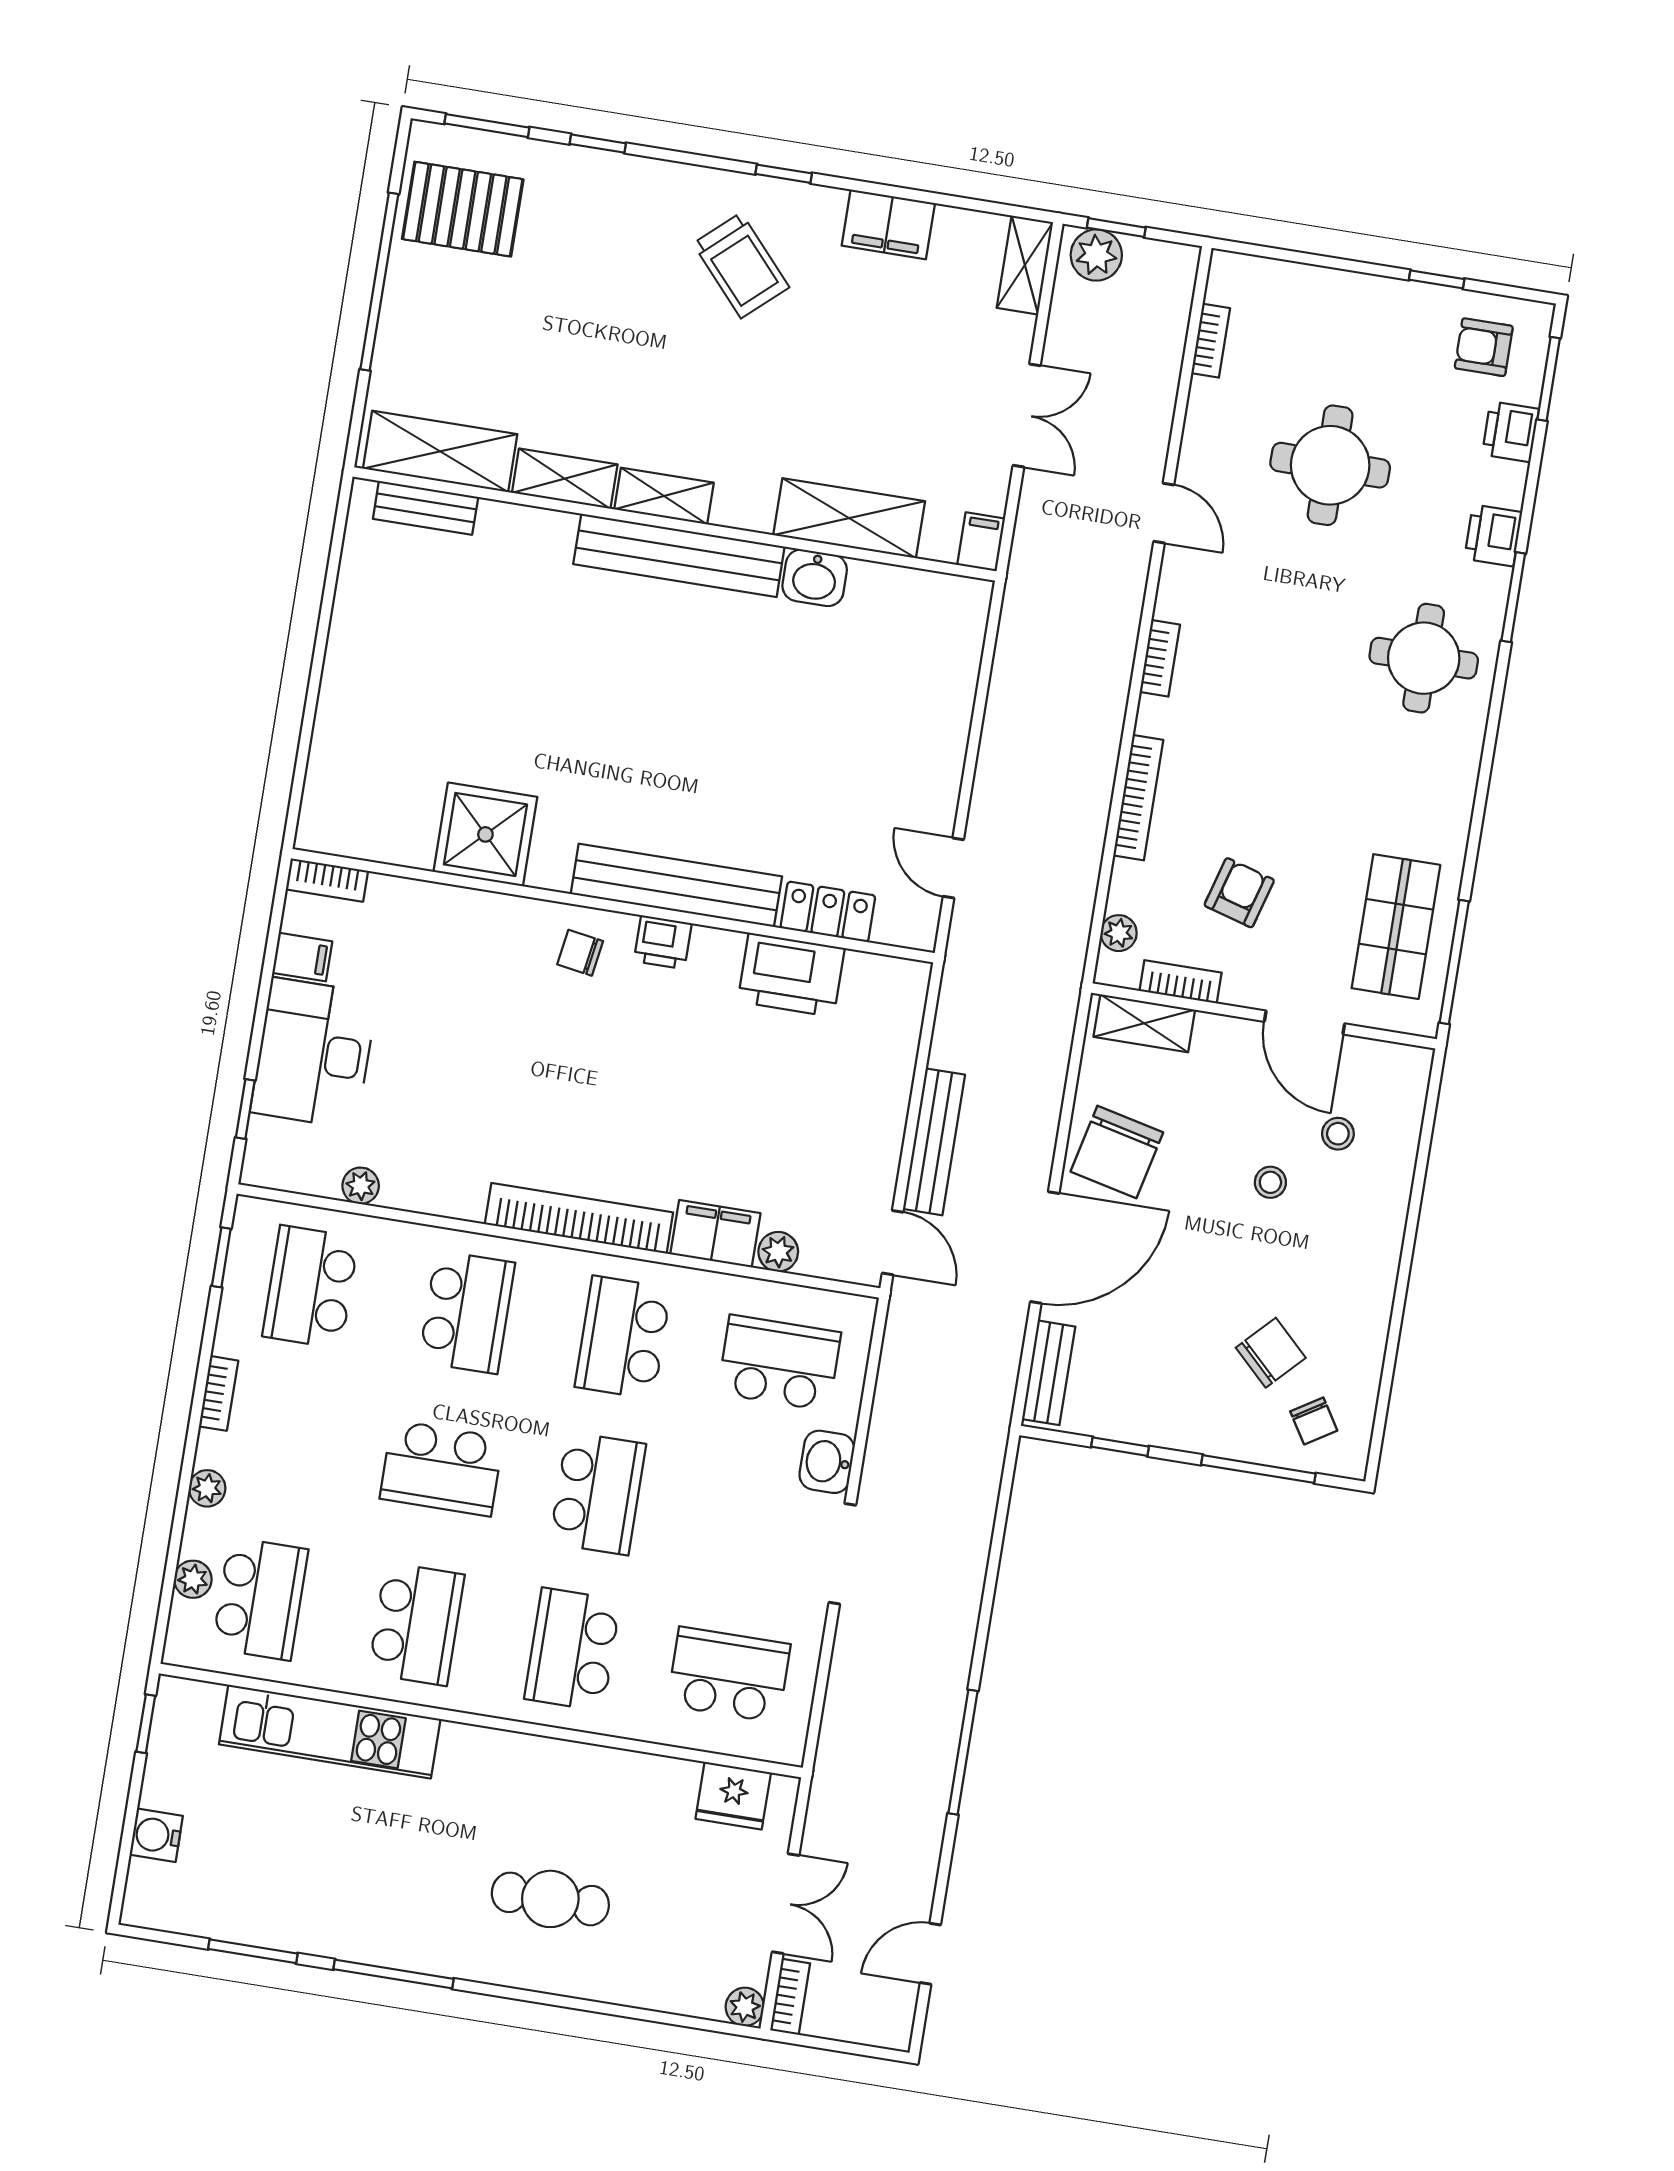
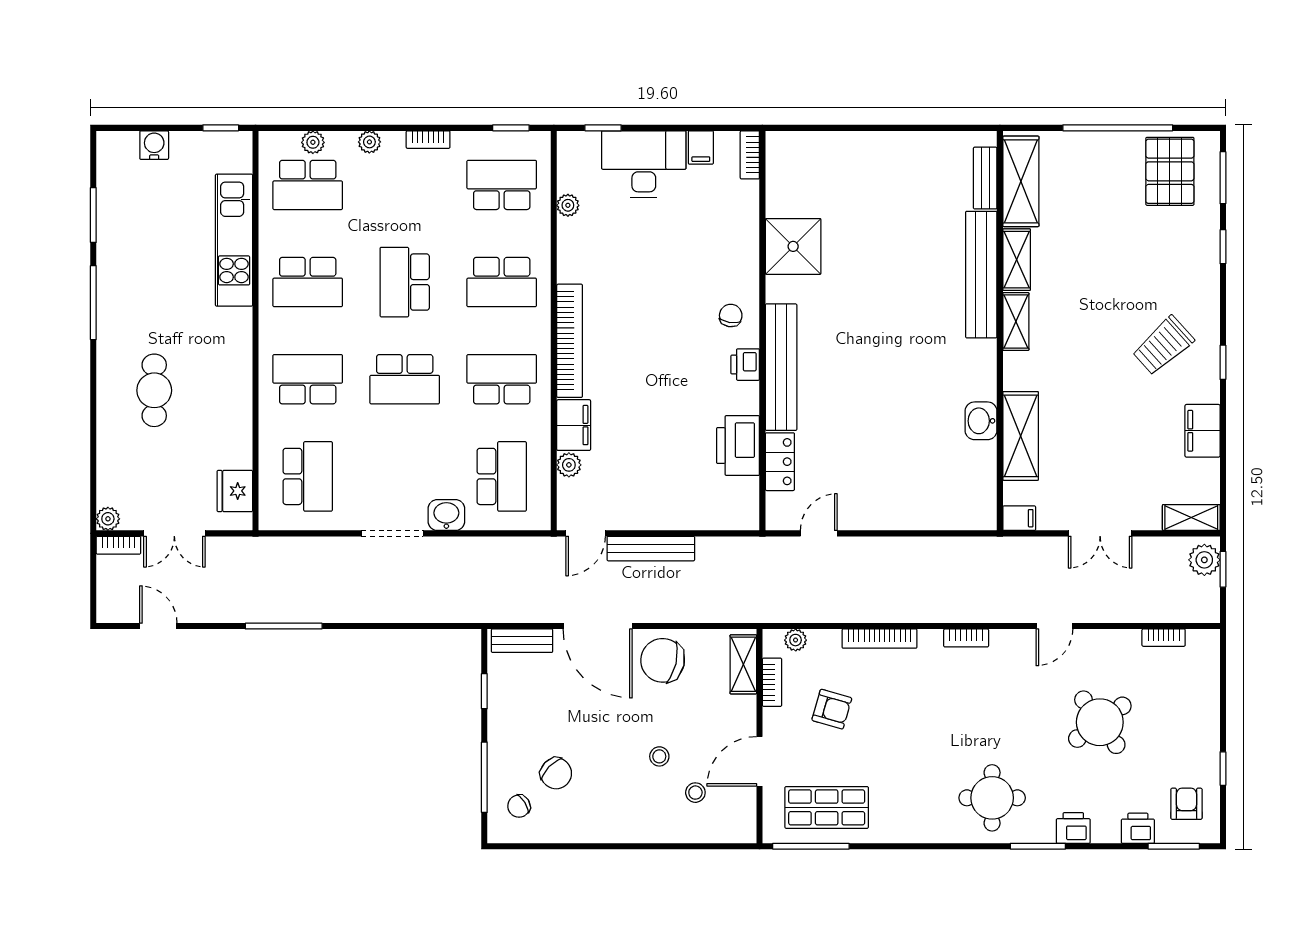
round table: (1330, 465) -> (1100, 722), turned -36
bench: (679, 555) -> (981, 275), moved

